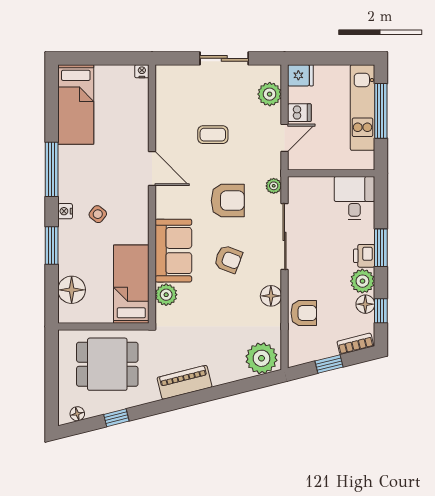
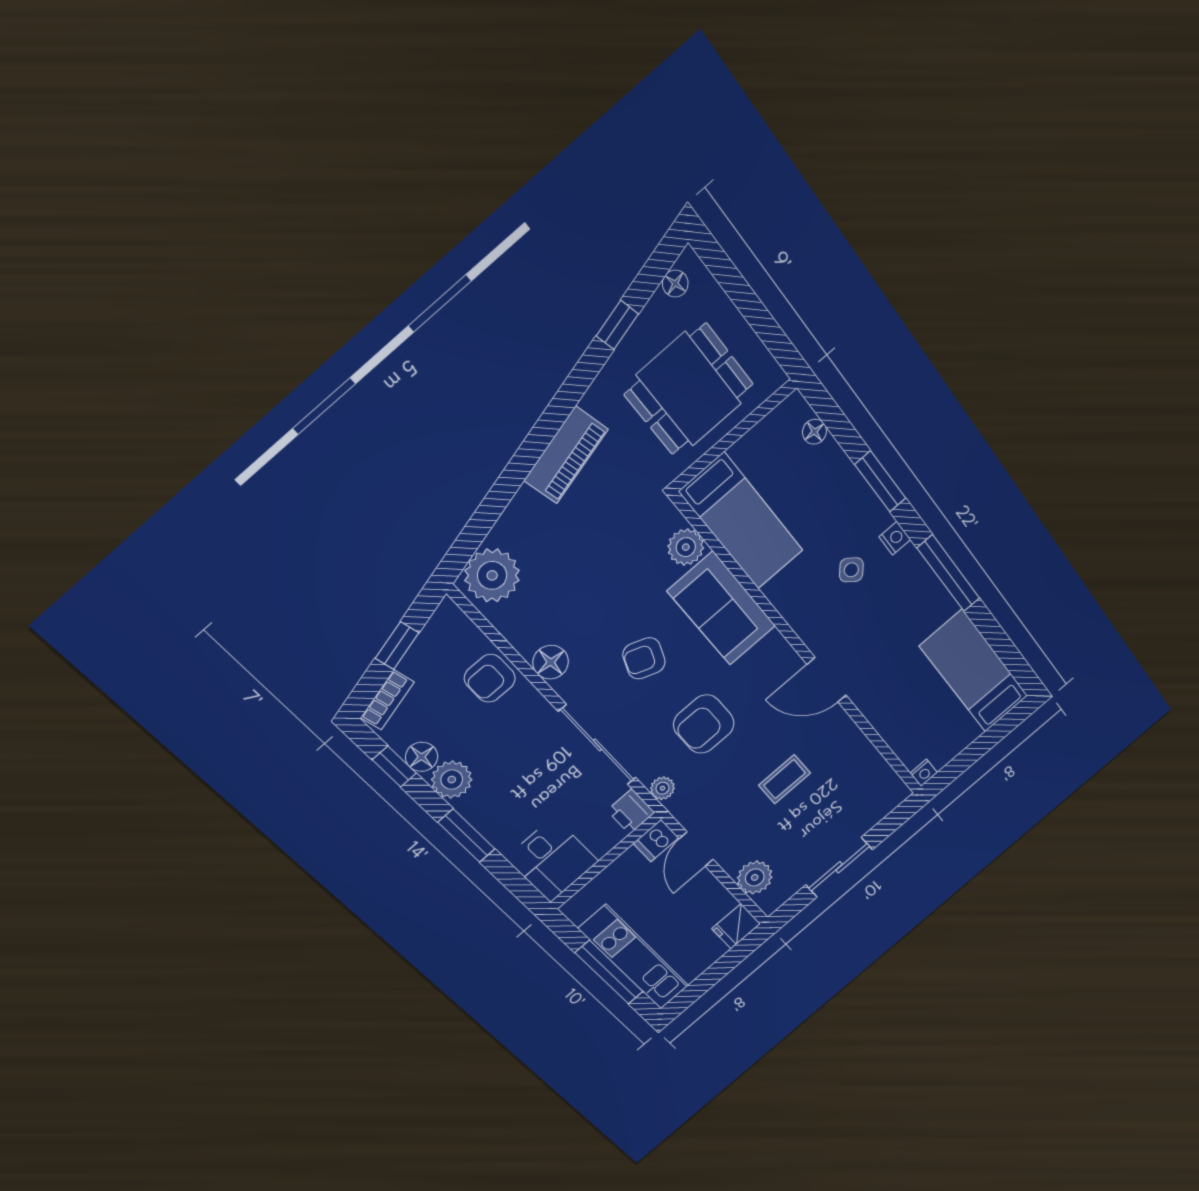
dishwasher: (299, 113) -> (656, 841), moved
printer: (364, 256) -> (631, 812), moved, turned 180
floor lamp: (72, 290) -> (814, 432), width x0.53, depth x0.53

